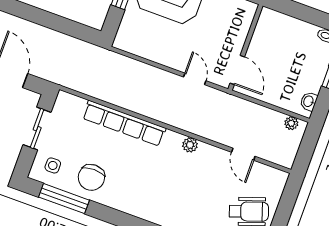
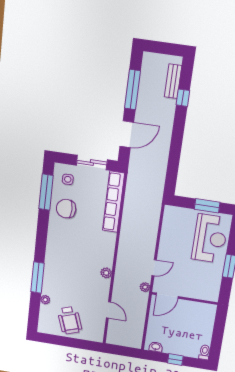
row of seats: (124, 123) -> (114, 202), moved
plant: (291, 123) -> (145, 287), moved
door: (243, 154) -> (108, 310), swing flipped

